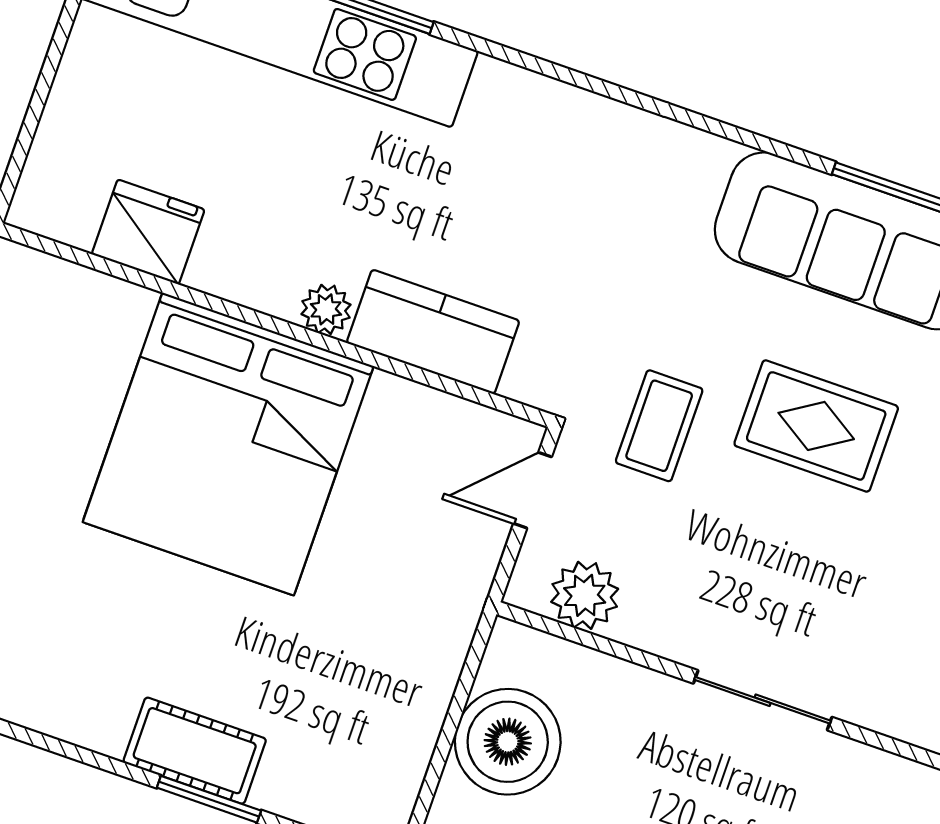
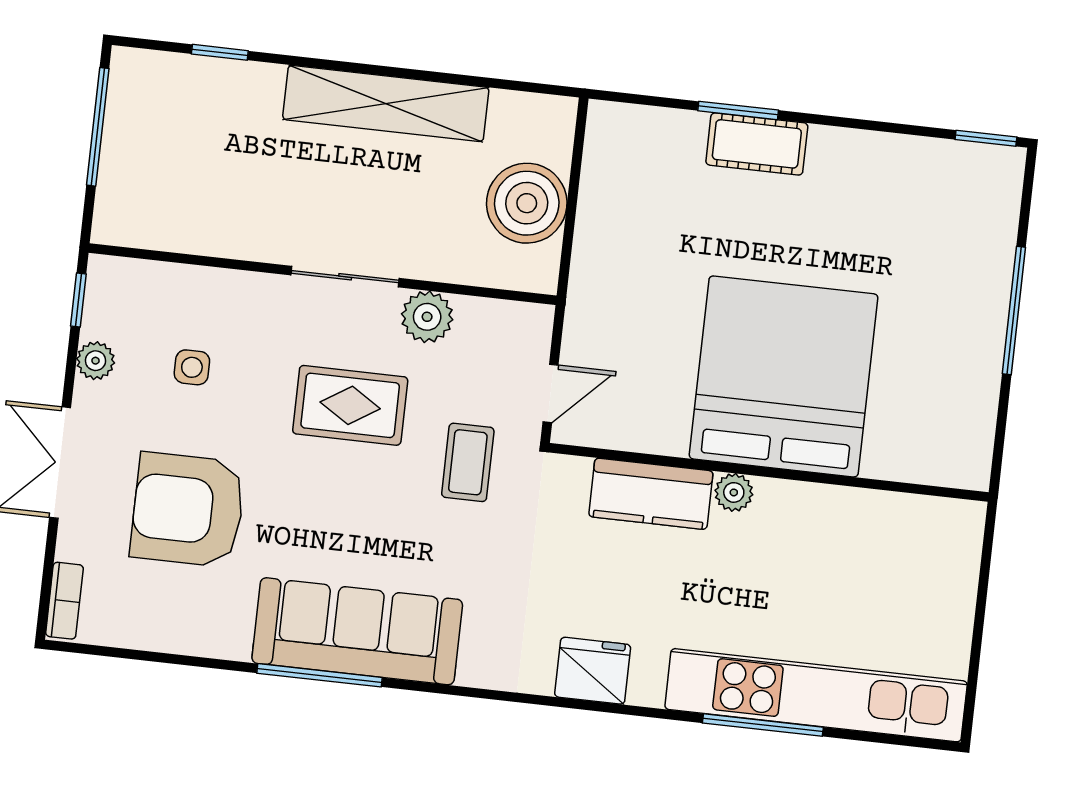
fridge: (148, 232) -> (593, 671), moved, turned 180
rug: (816, 426) -> (350, 405), moved
plant: (585, 595) -> (427, 317), moved

